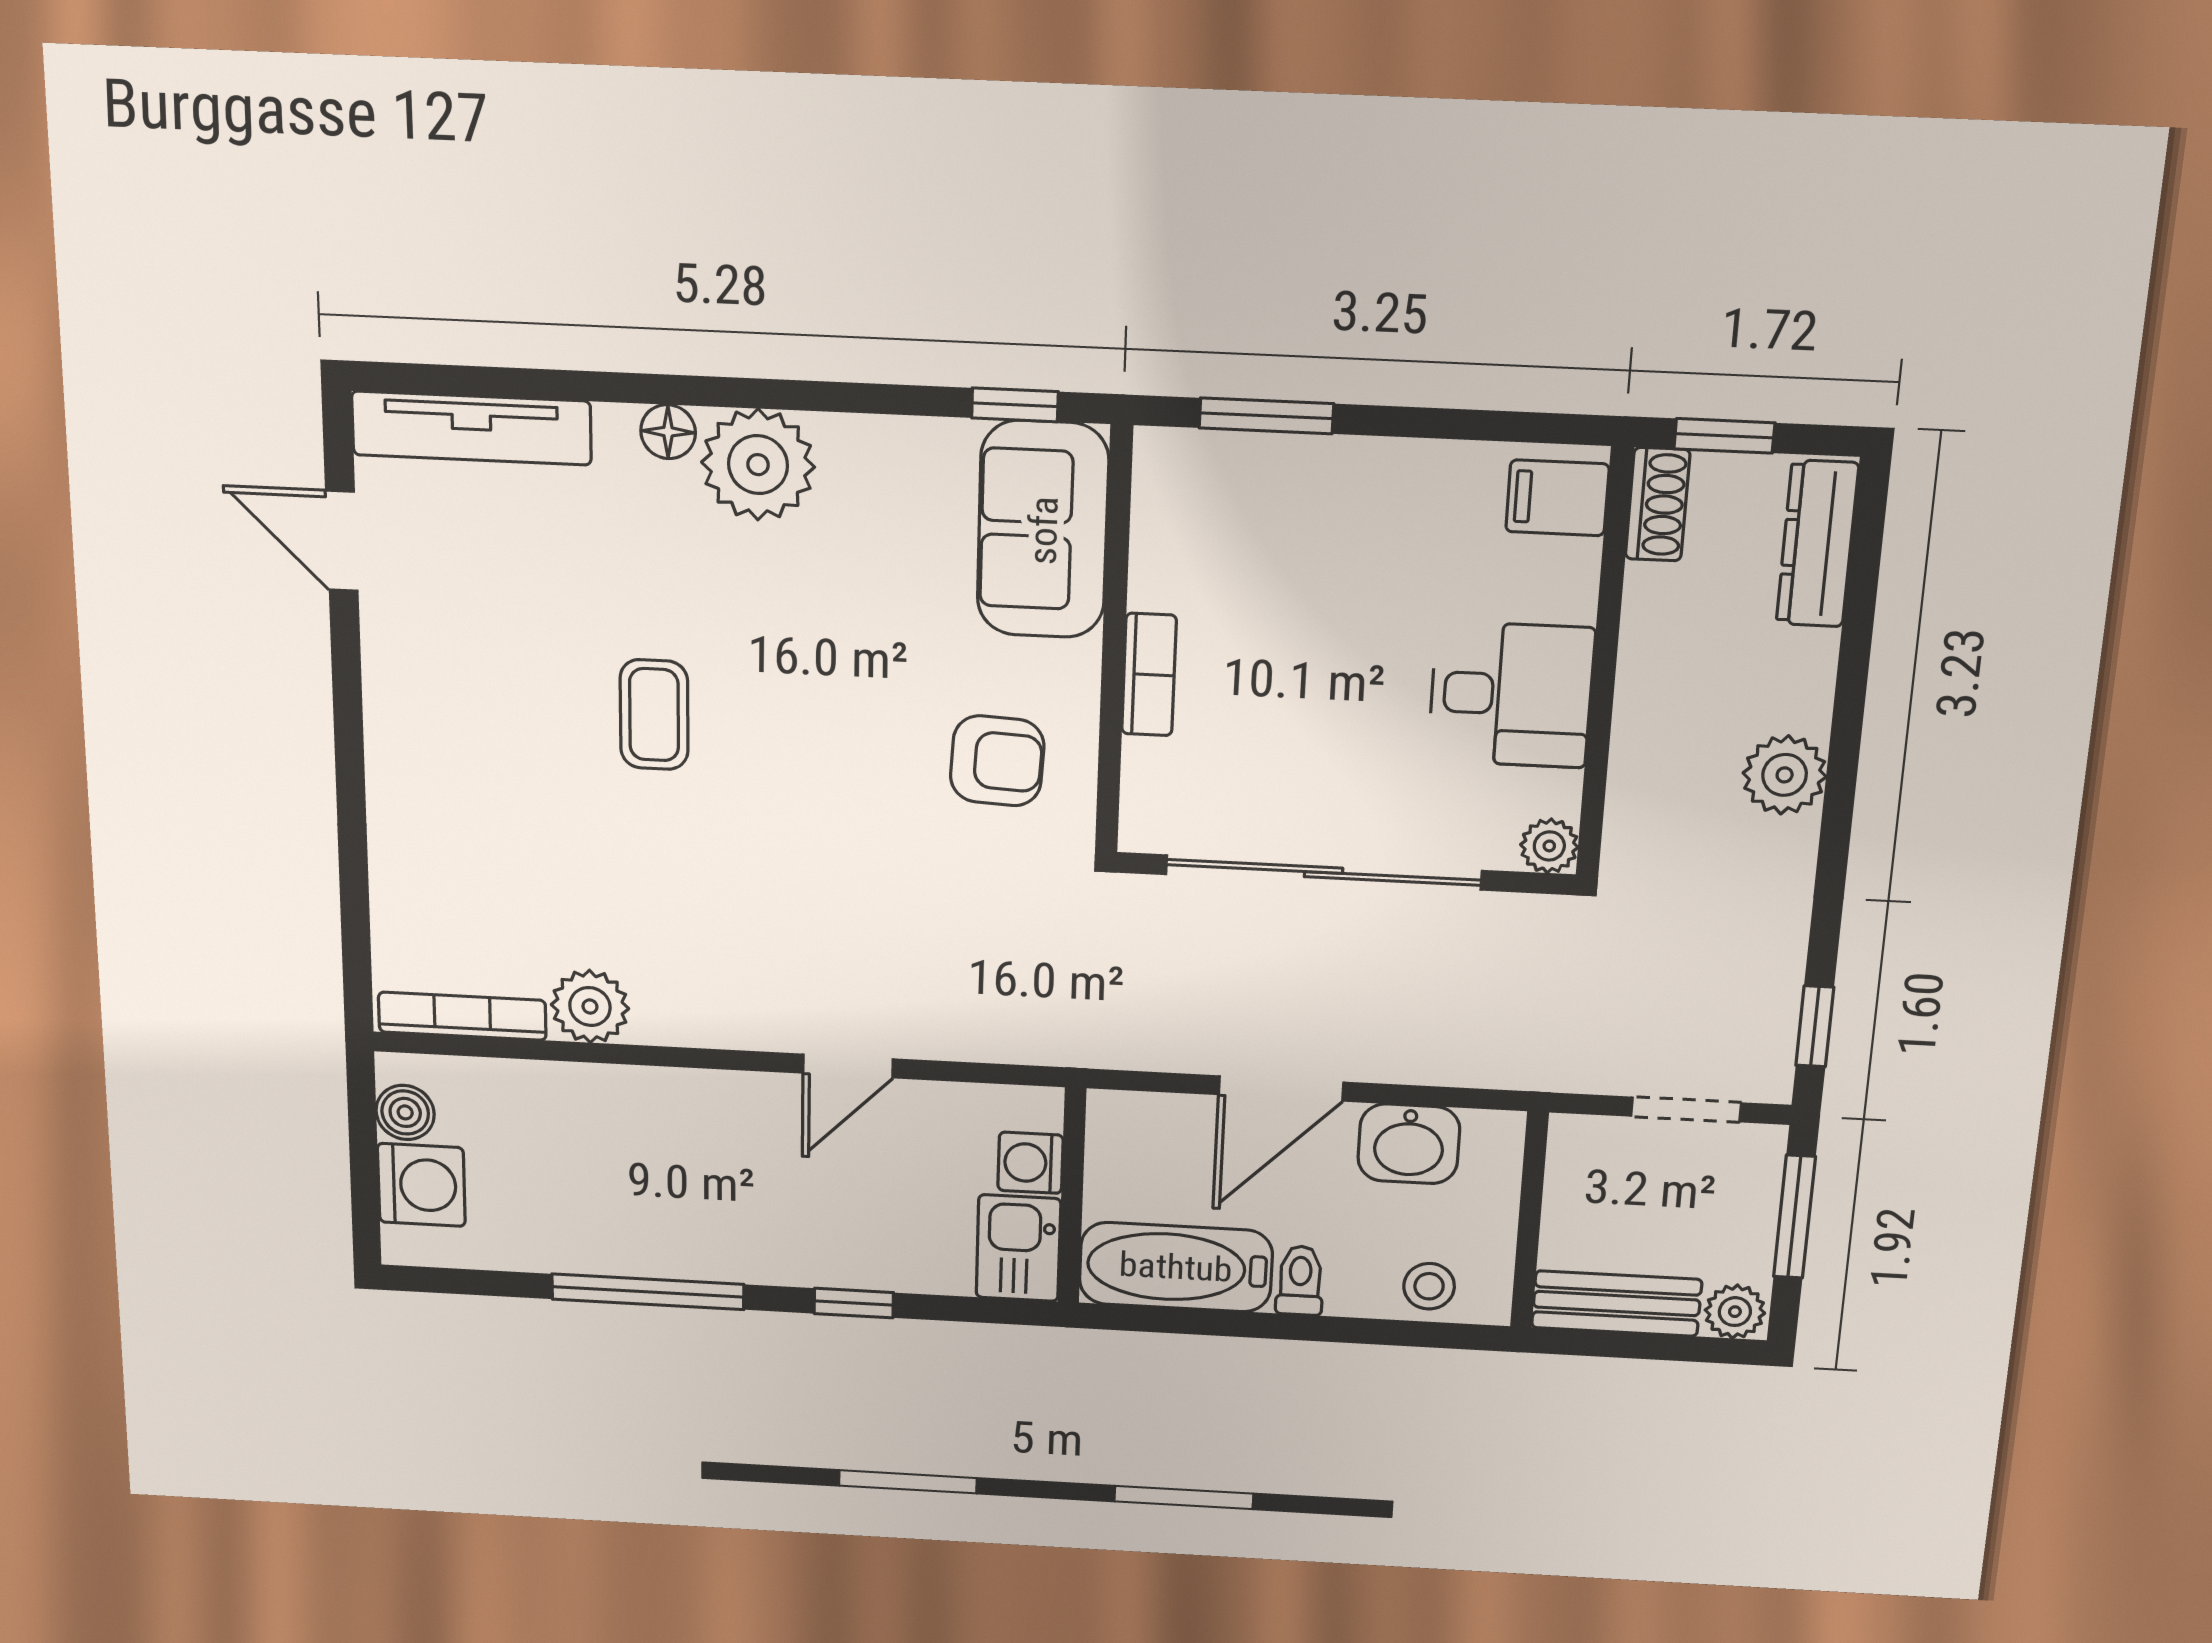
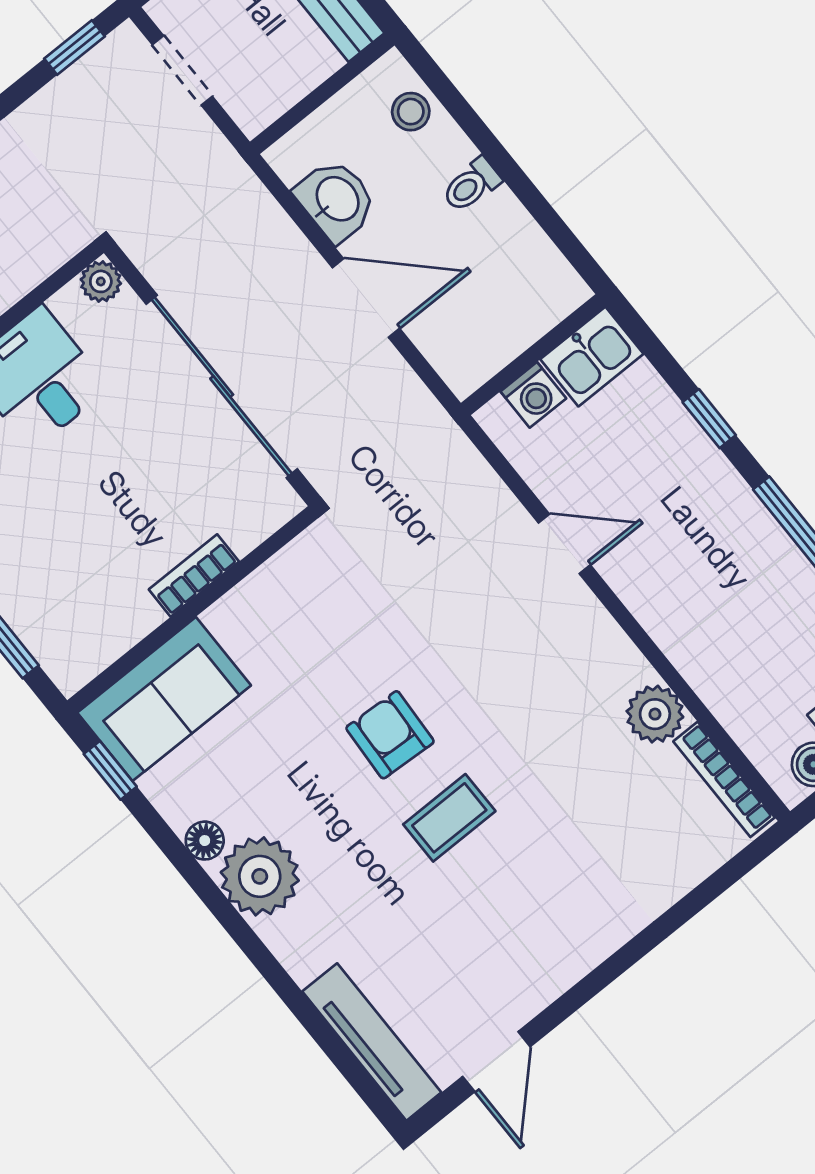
floor lamp: (668, 432) -> (205, 841), moved
armchair: (997, 761) -> (390, 735), moved
bathtub: (1176, 1267) -> (525, 260), removed

